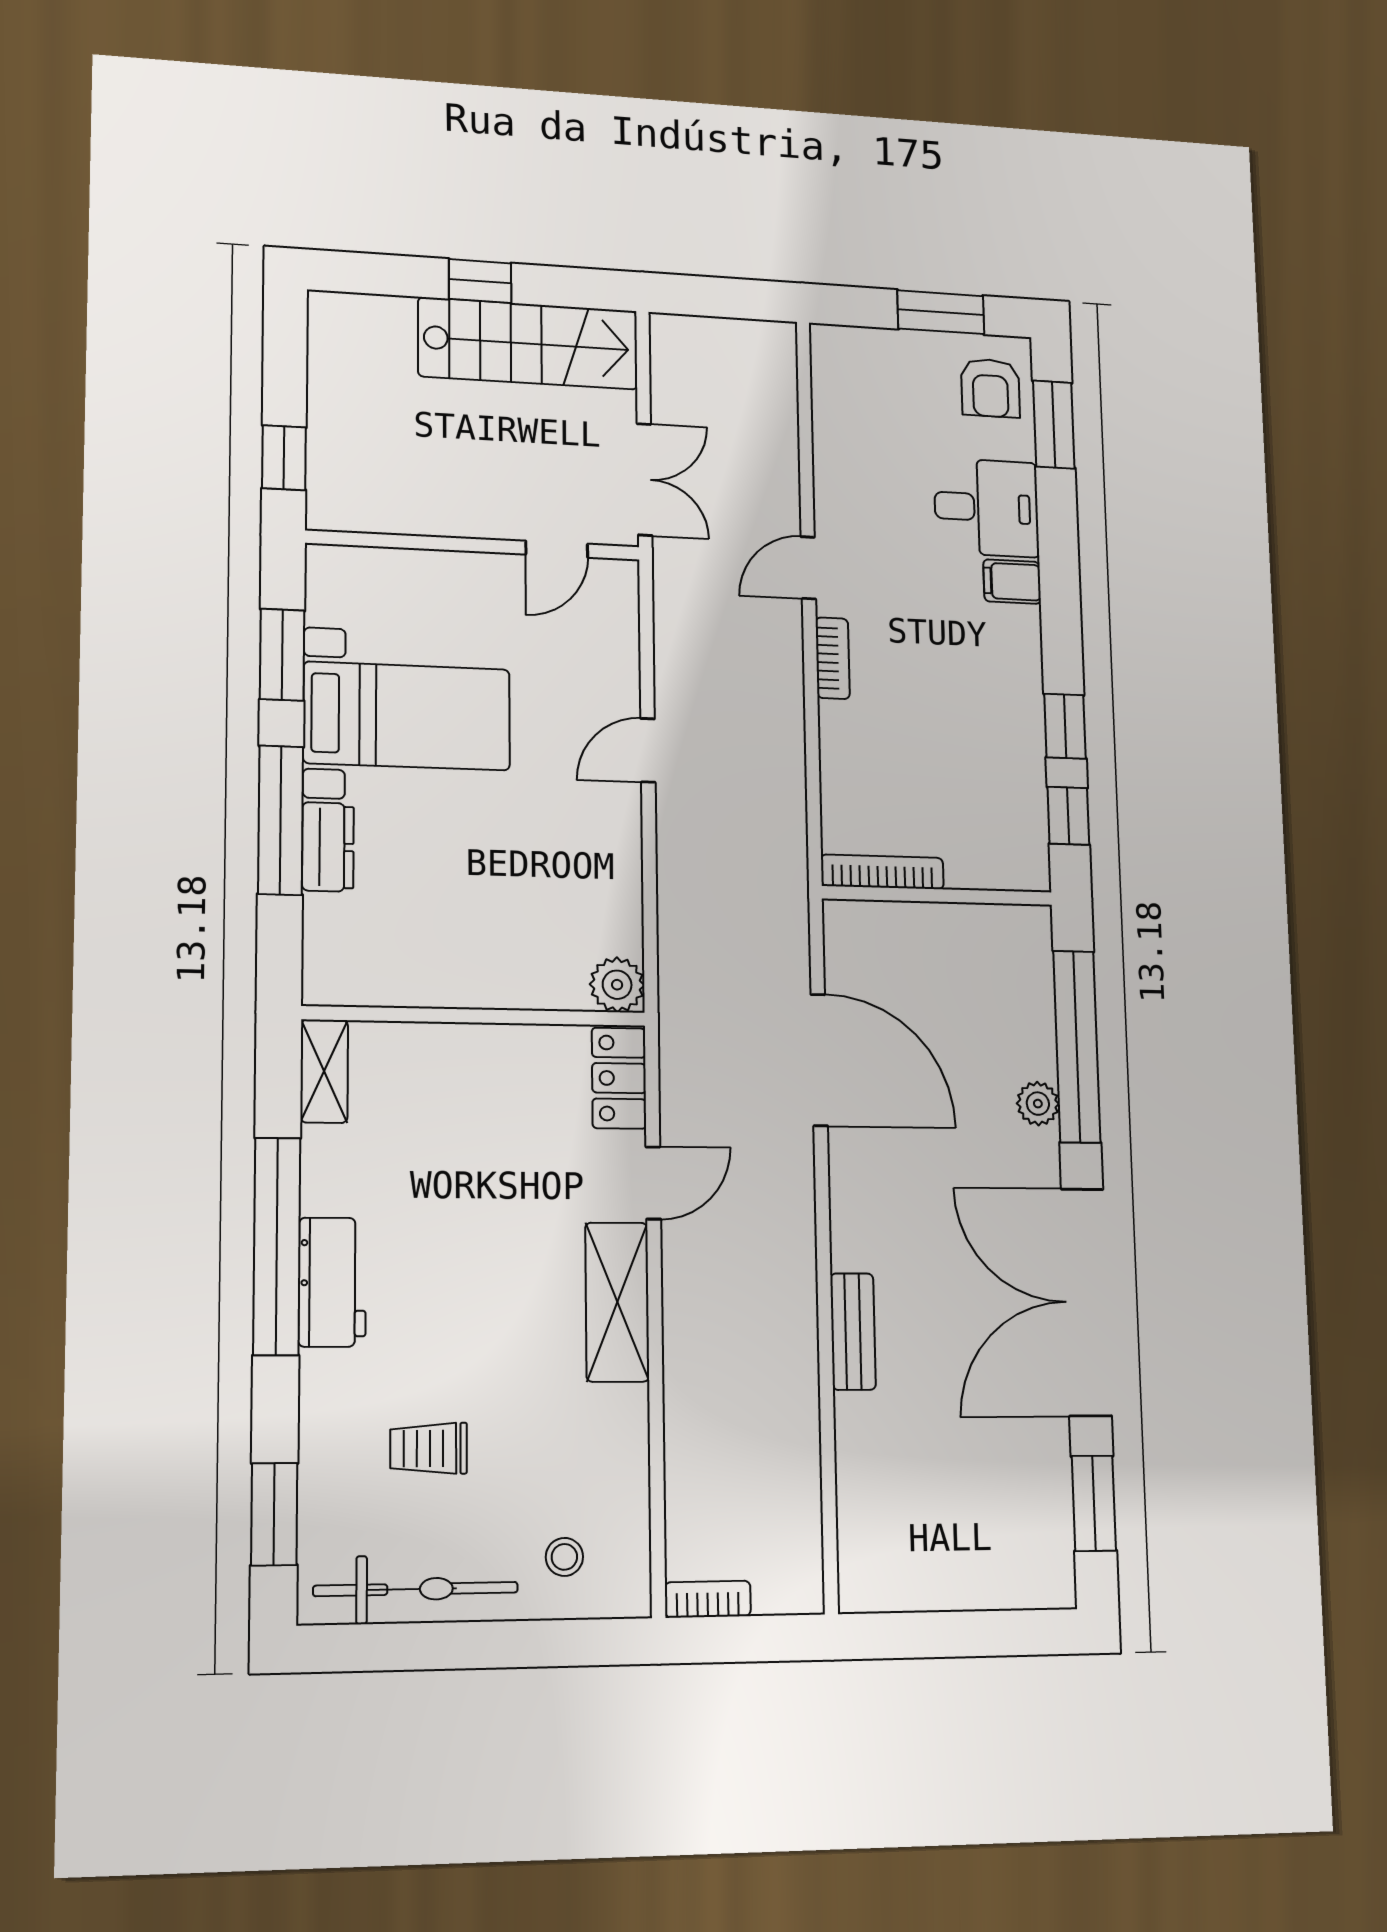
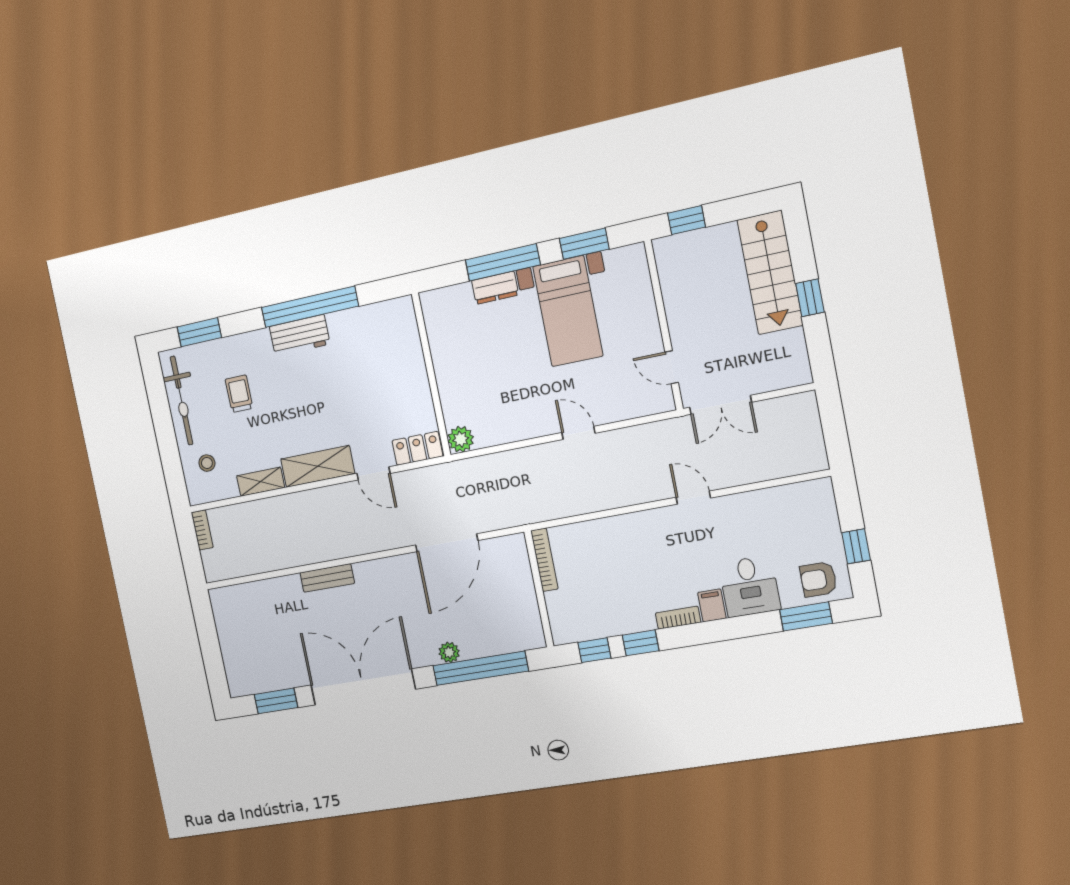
window: (941, 312) -> (856, 546), width x0.67
stairs: (528, 343) -> (770, 273), moved
bookcase: (833, 658) -> (678, 618), moved, turned 180
shelving: (324, 1071) -> (261, 482), moved

